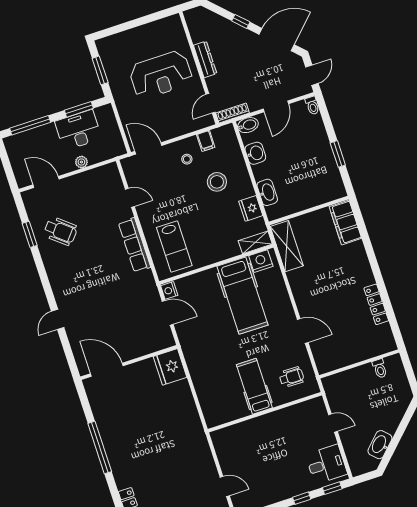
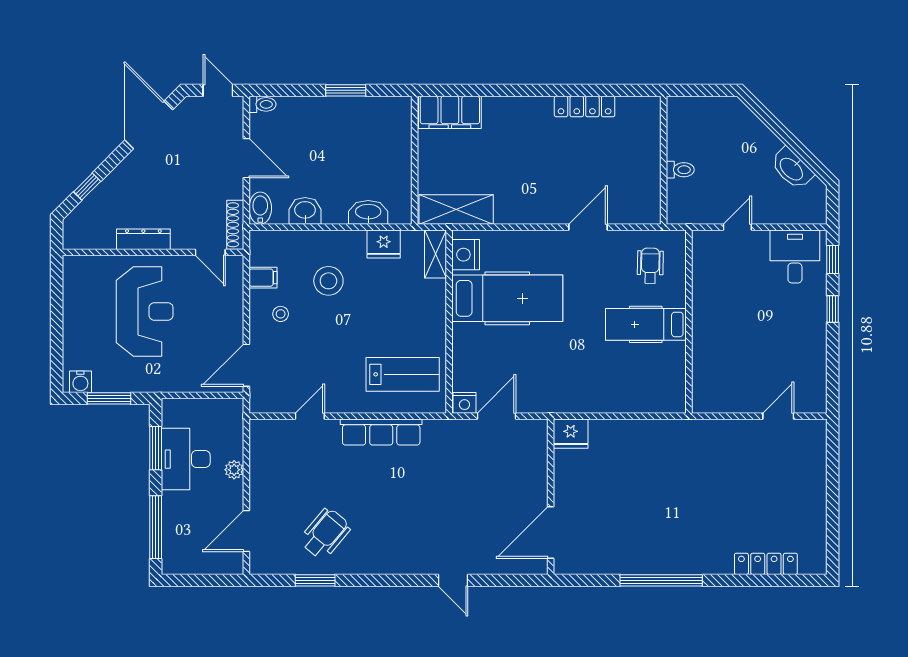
window: (241, 21) -> (87, 186), moved
water cooler: (105, 49) -> (80, 382), added
fridge: (170, 367) -> (571, 434), width x0.73, depth x0.75
toilet: (380, 368) -> (680, 170), moved

